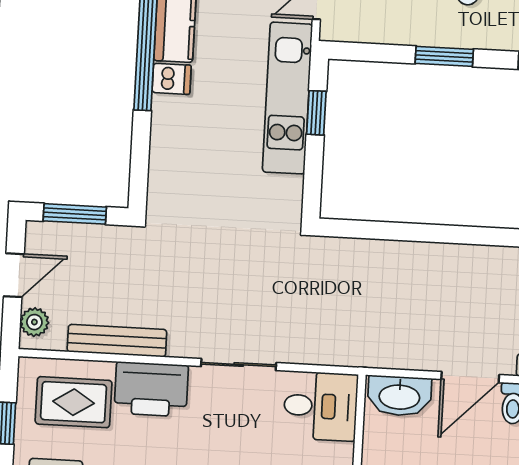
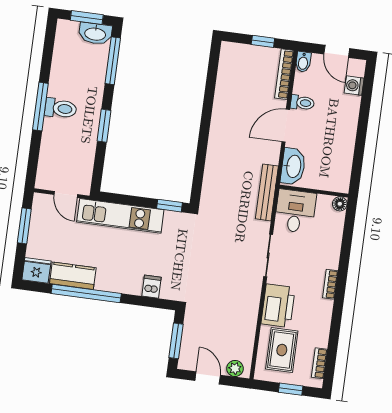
dishwasher: (172, 79) -> (151, 287), moved
window: (316, 113) -> (169, 206), moved
bench: (117, 341) -> (267, 192), moved
door: (470, 377) -> (286, 126), swing flipped

